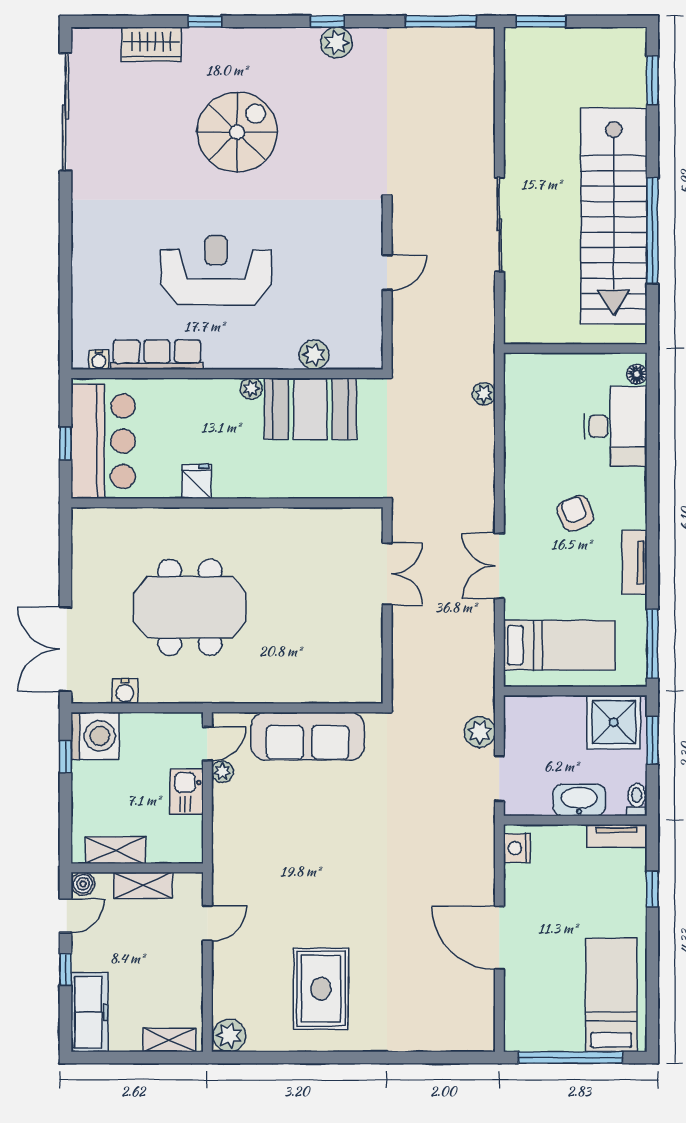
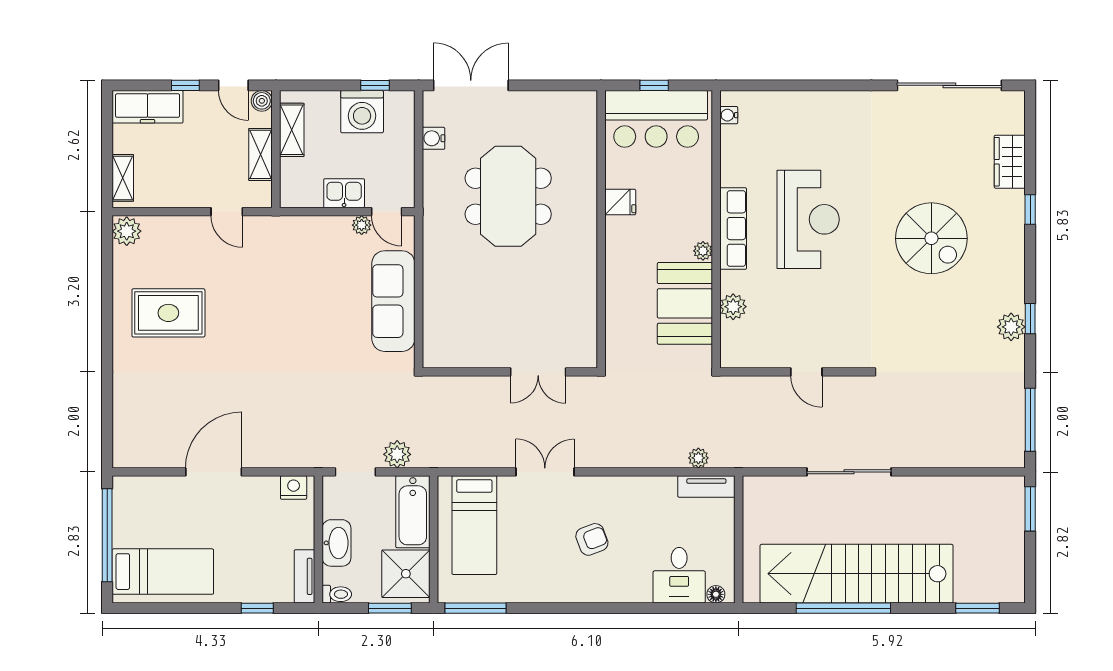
row of seats: (157, 355) -> (733, 229), moved
desk: (615, 426) -> (679, 575), width x0.73
tv unit: (635, 562) -> (706, 486), moved, turned 180
bathtub: (544, 714) -> (413, 512), added
washing machine: (95, 736) -> (362, 112), moved

